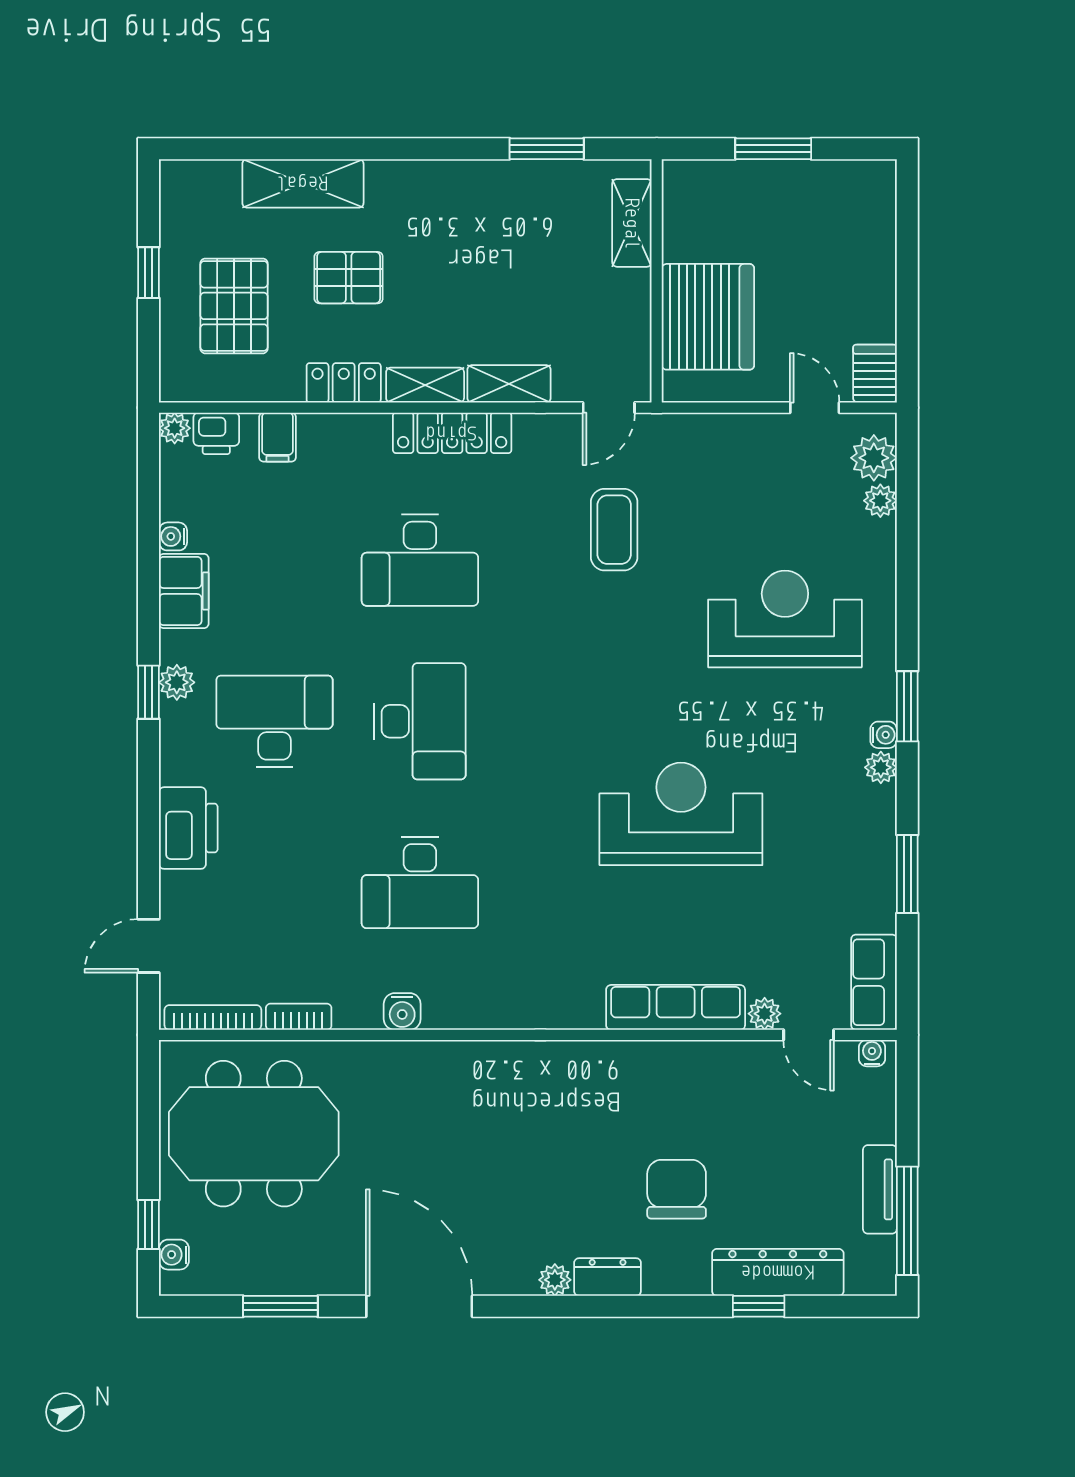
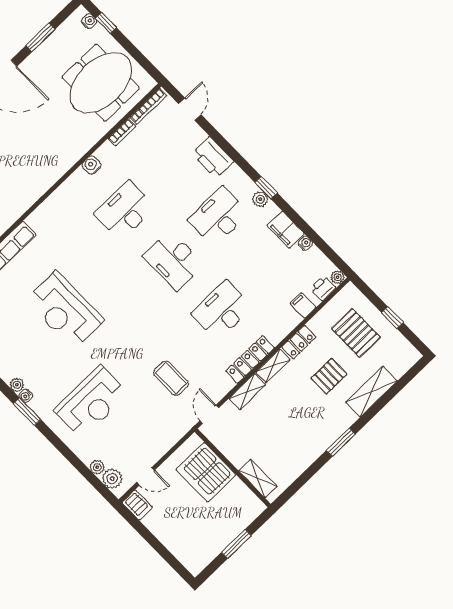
window: (547, 149) -> (341, 442), moved
desk: (274, 721) -> (218, 217), turned 180
reception desk: (681, 814) -> (65, 310), turned 90

